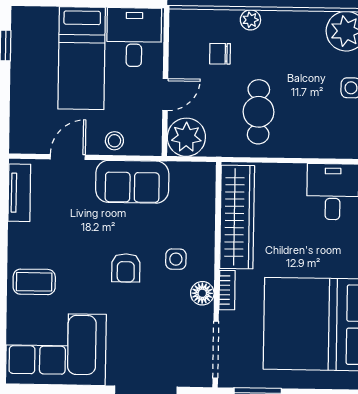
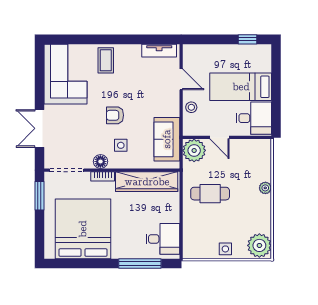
chair: (220, 54) -> (245, 170), removed
sofa: (132, 182) -> (167, 139), moved

